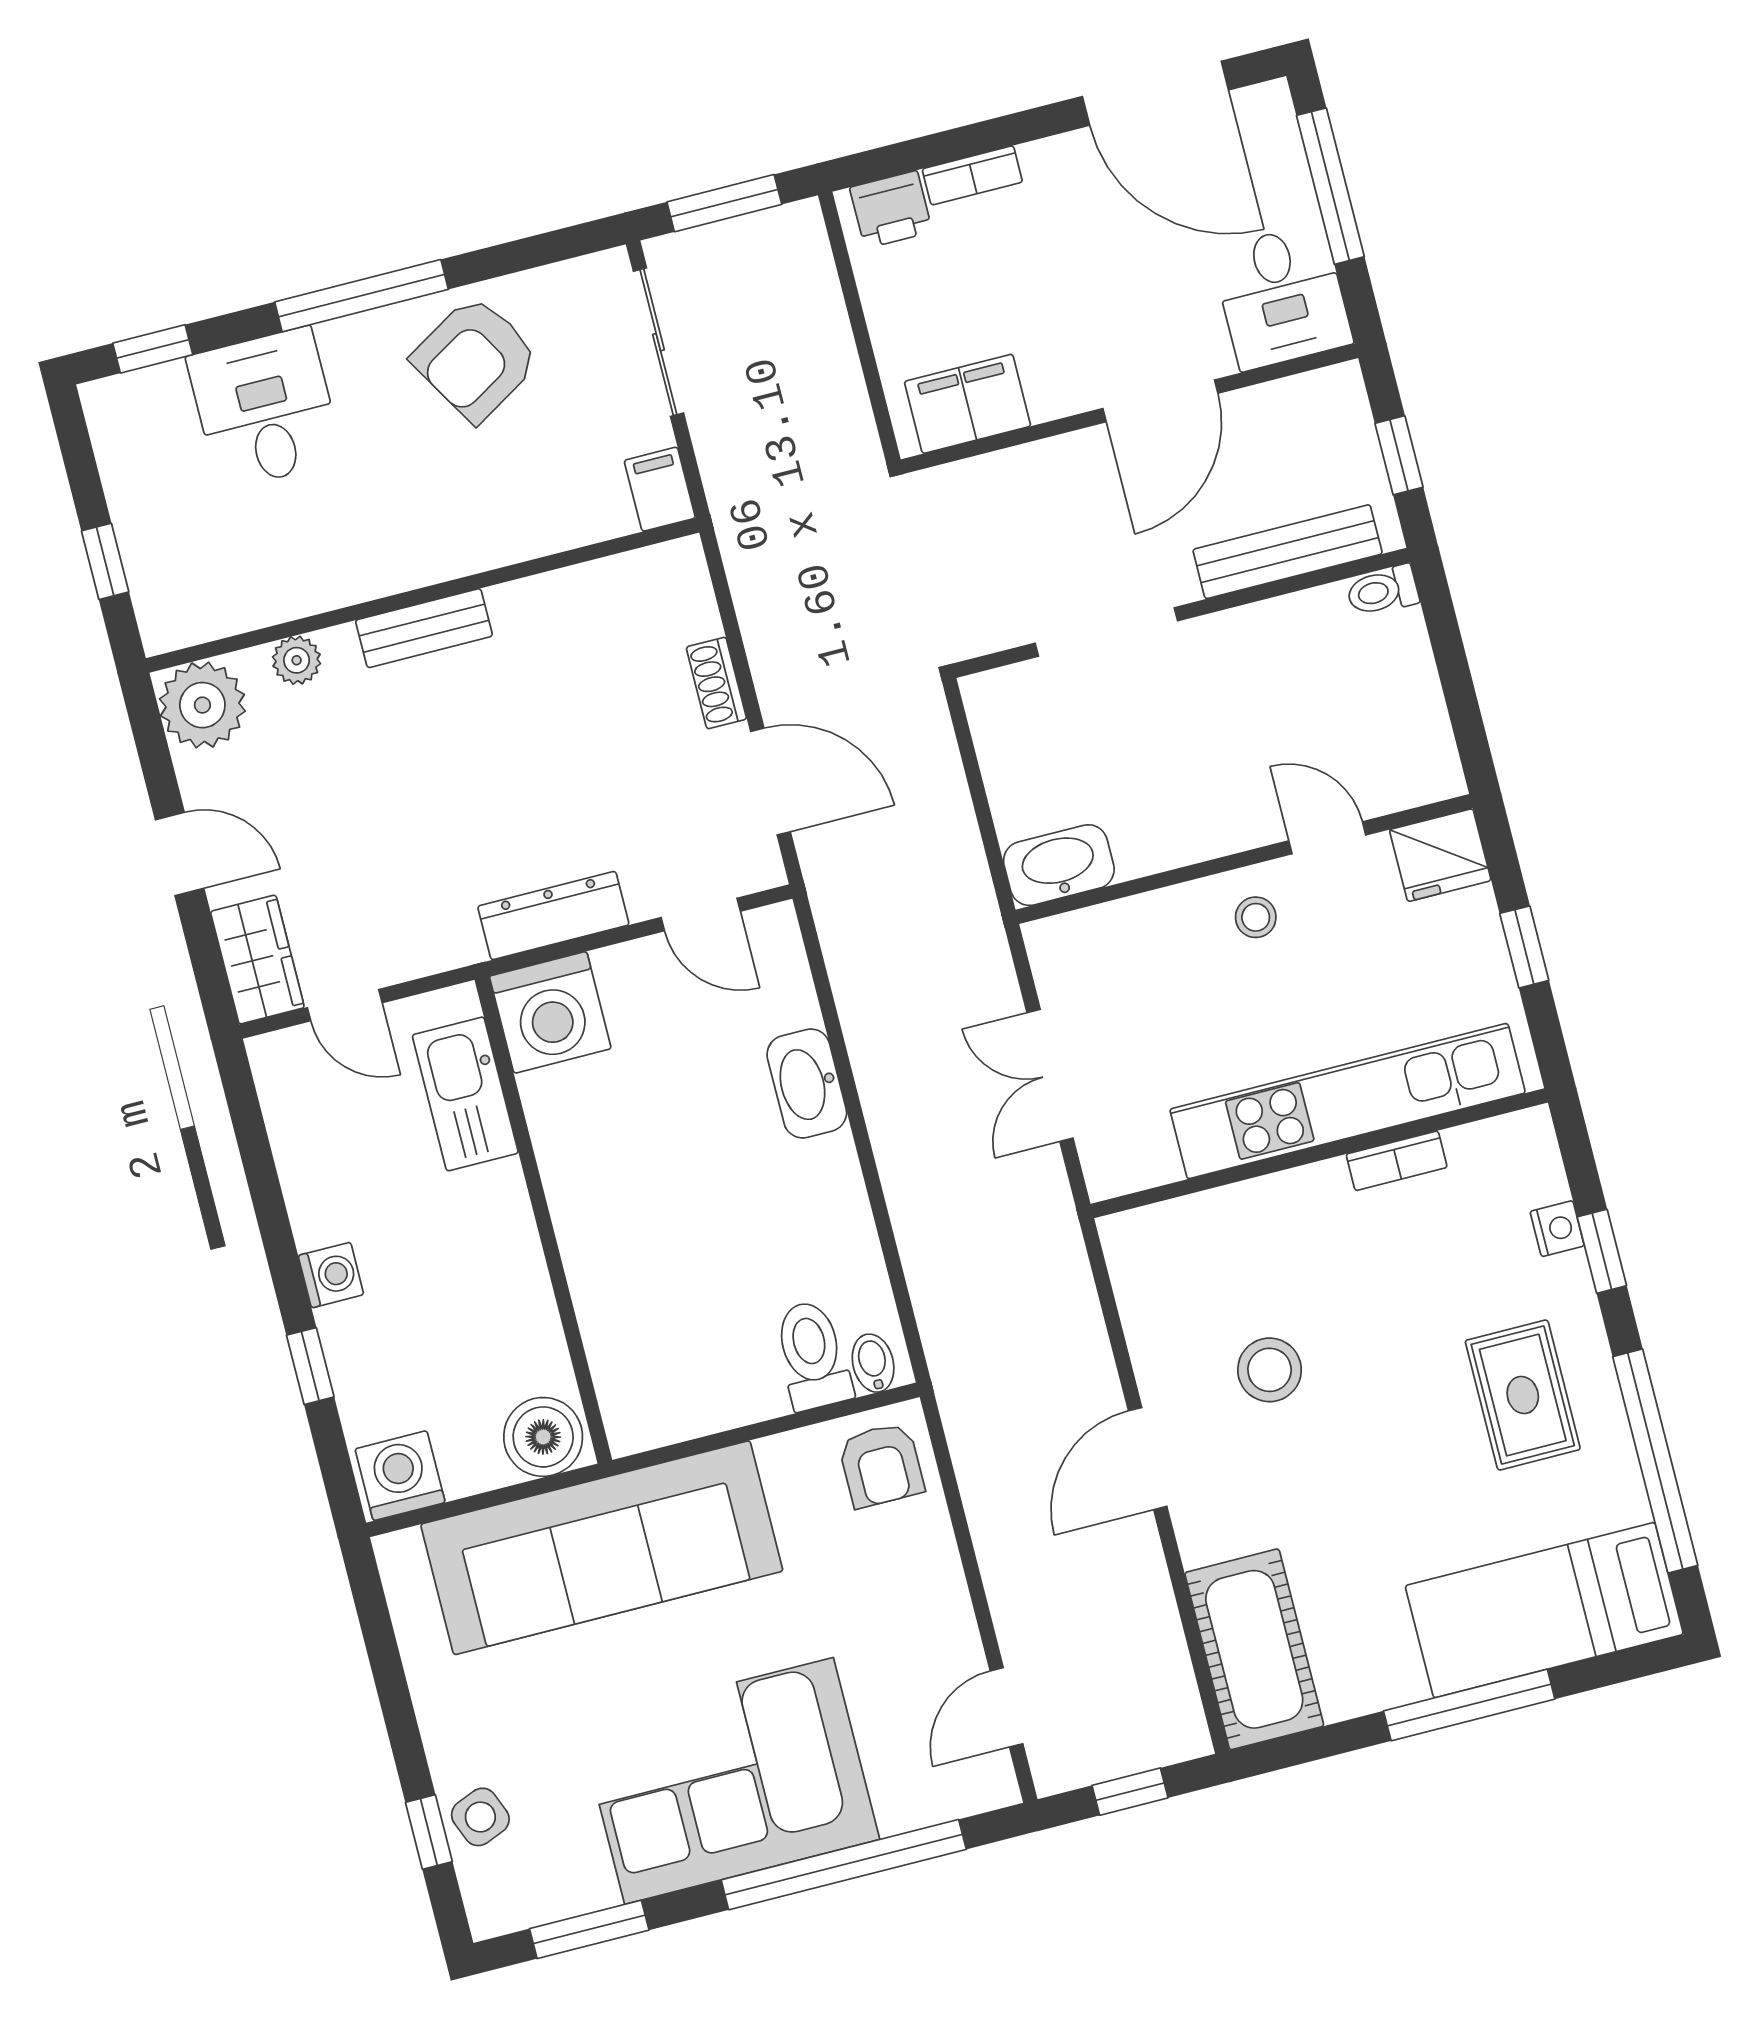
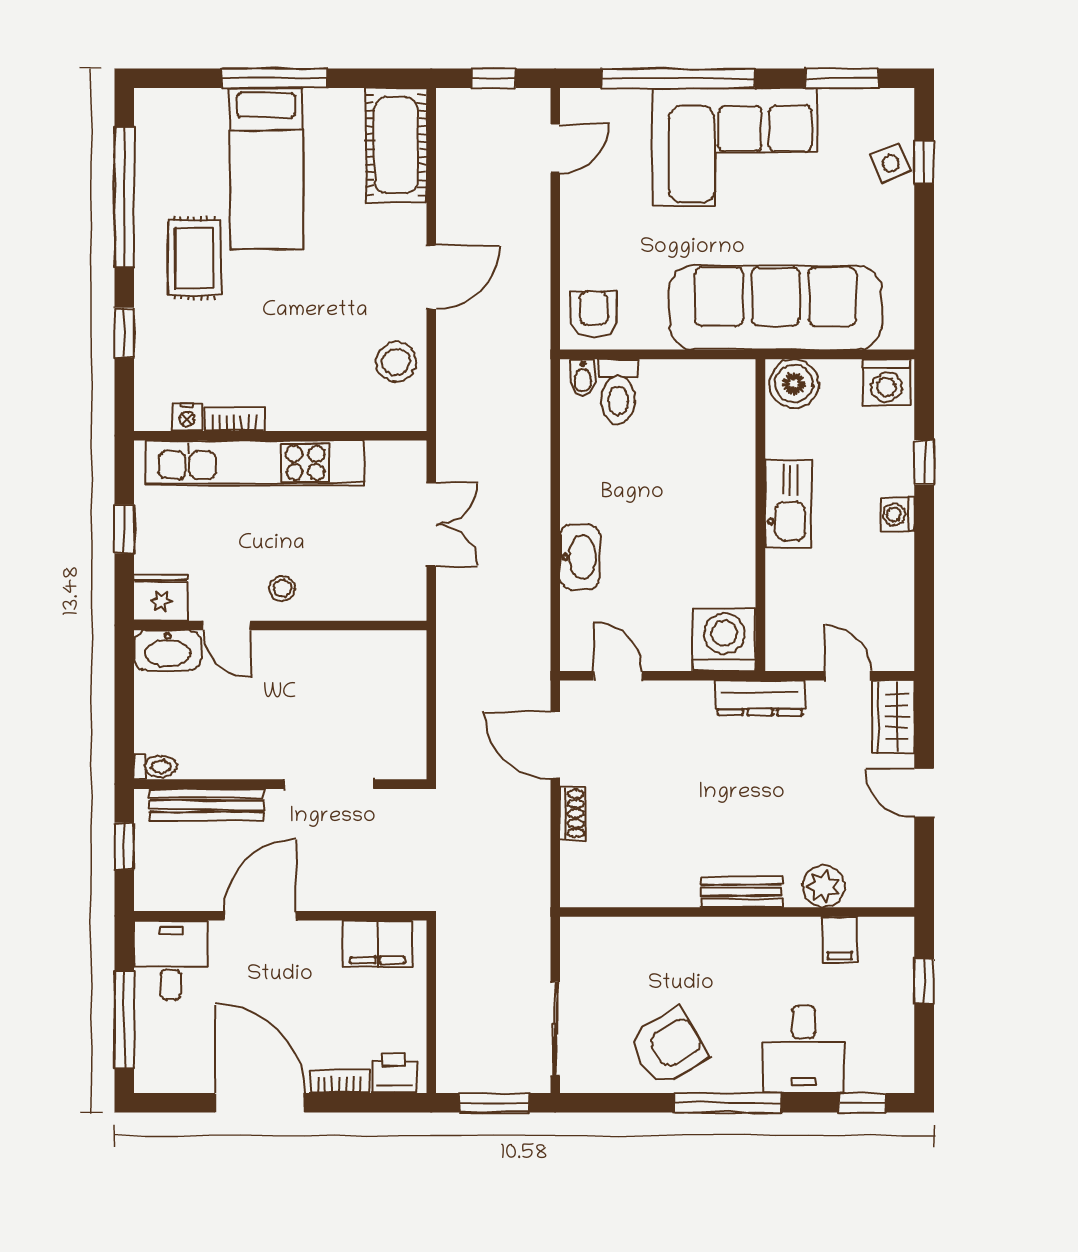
door: (1155, 93) -> (260, 1103), moved
filing cabinet: (660, 489) -> (840, 940), moved
plant: (297, 660) -> (823, 886), width x1.38, depth x1.38
plant: (202, 705) -> (887, 879), removed
washbasin: (1059, 865) -> (168, 650), moved
dresser: (553, 916) -> (760, 698), moved
kitchen sink: (465, 1094) -> (788, 504), moved
nightstand: (1557, 1229) -> (187, 417), moved, turned -90
stool: (1270, 1370) -> (396, 362), moved
bed: (1544, 1610) -> (266, 169), moved, turned 90

